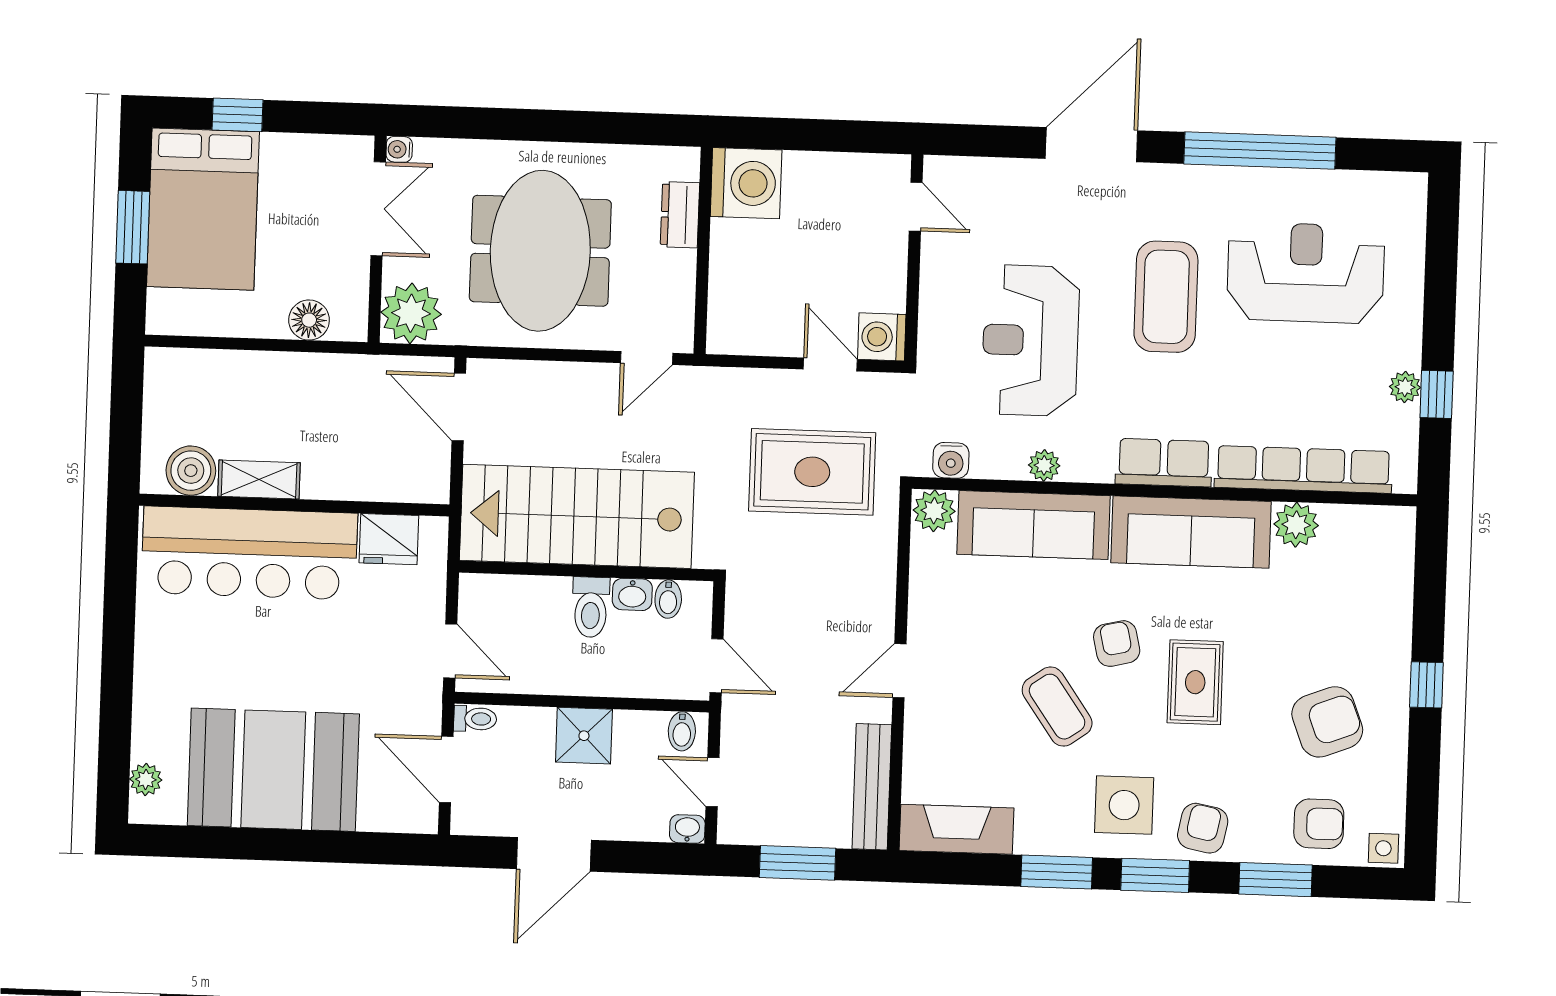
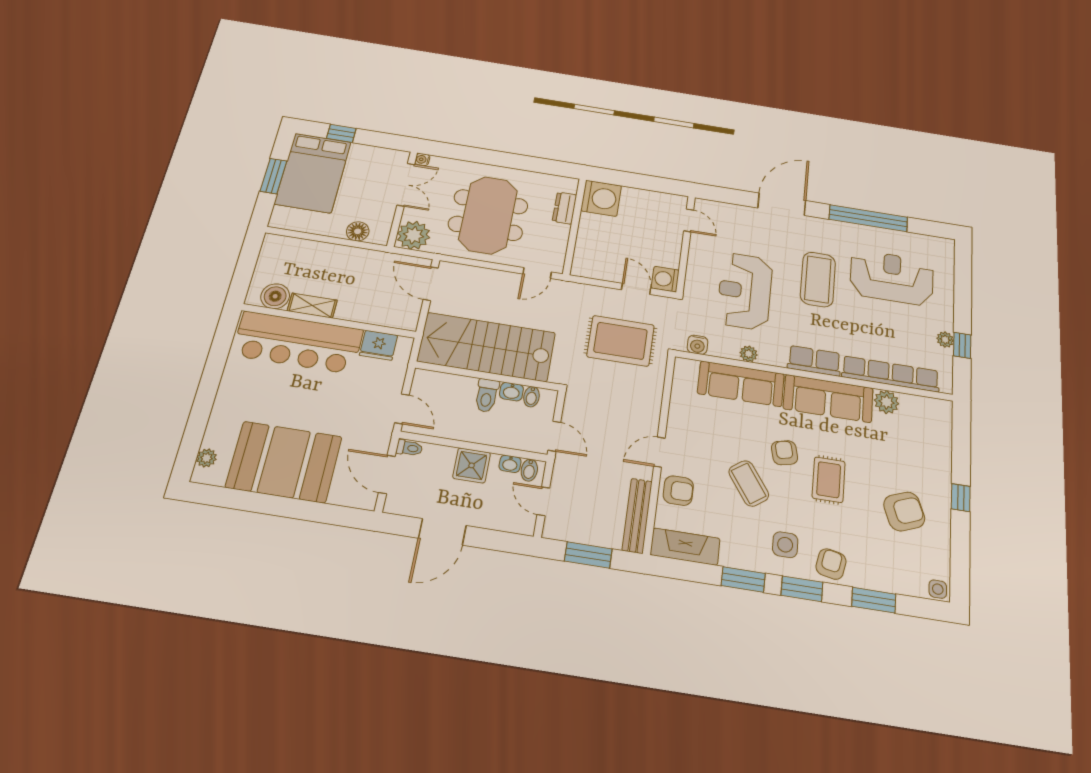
plant: (934, 511) -> (686, 369), removed
side table: (1124, 805) -> (785, 545), width x0.73, depth x0.73
armchair: (1319, 824) -> (678, 491), moved
washbasin: (687, 829) -> (510, 464), moved, turned 180

